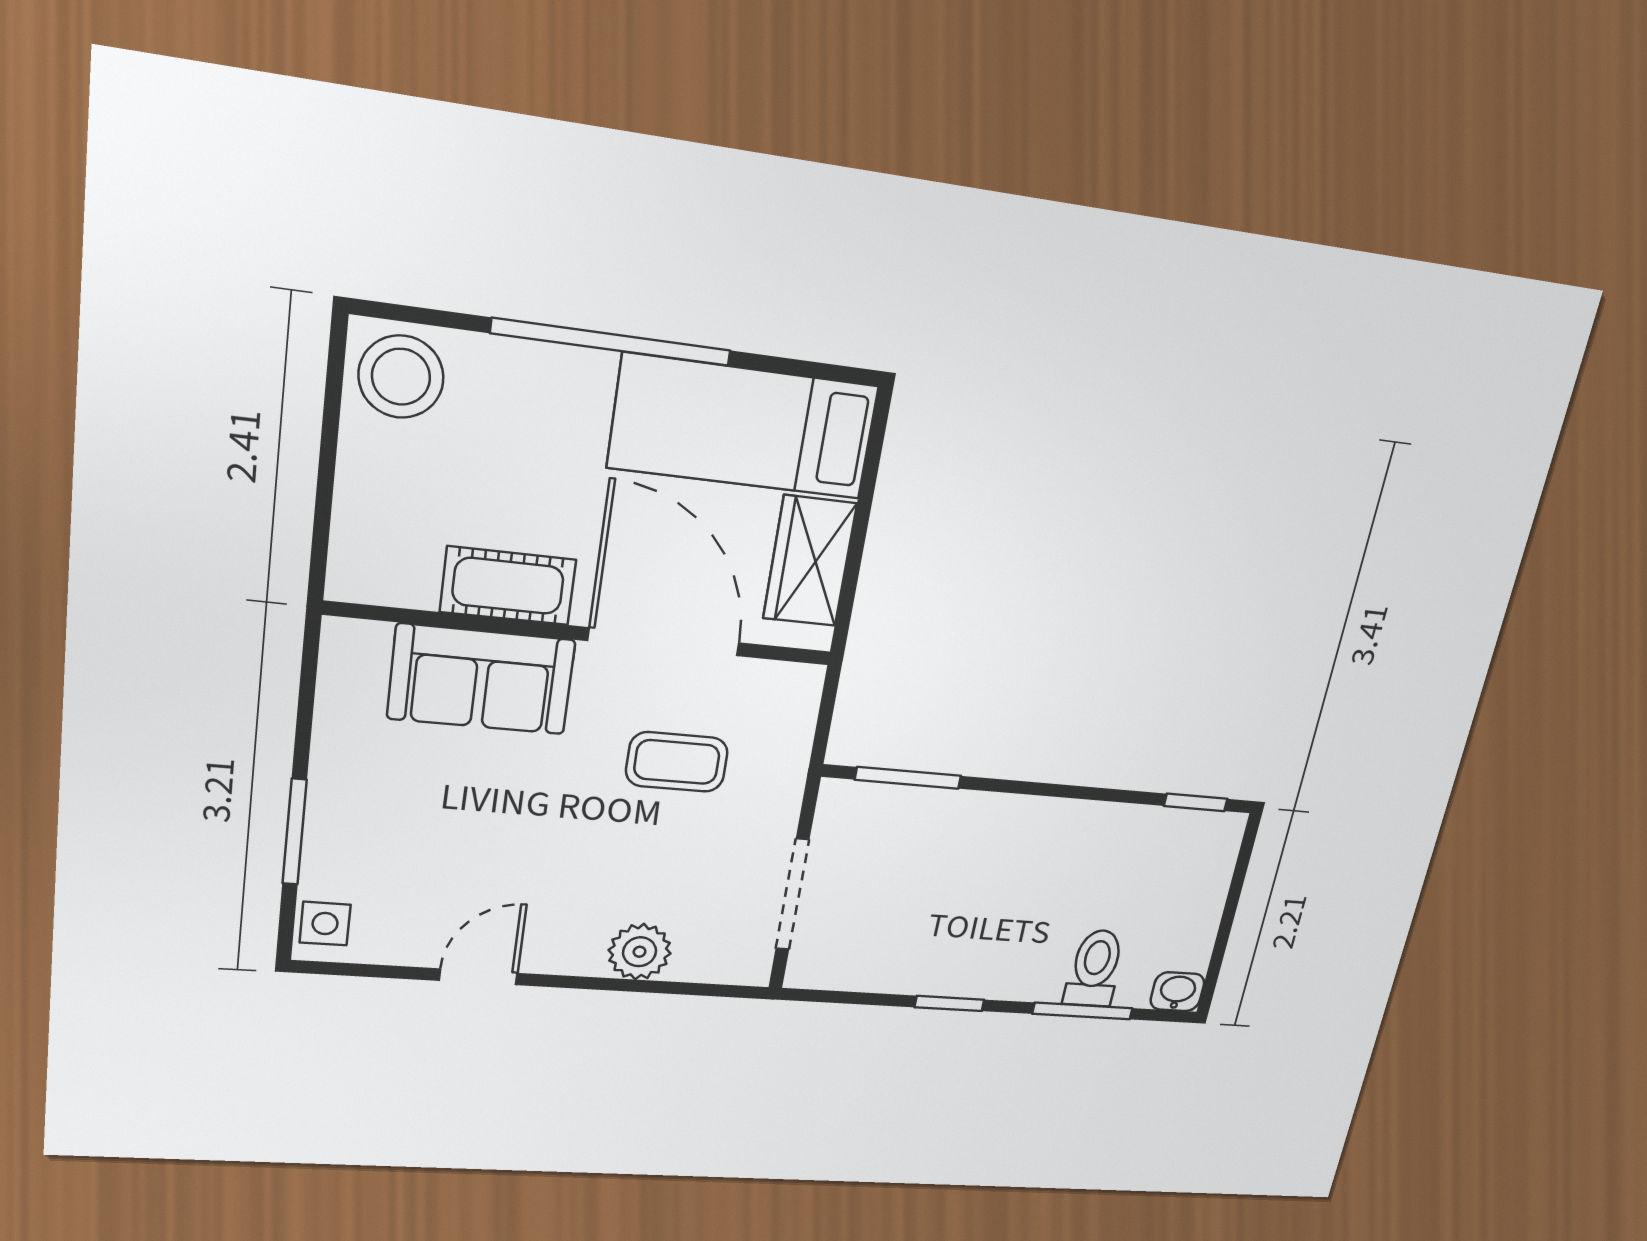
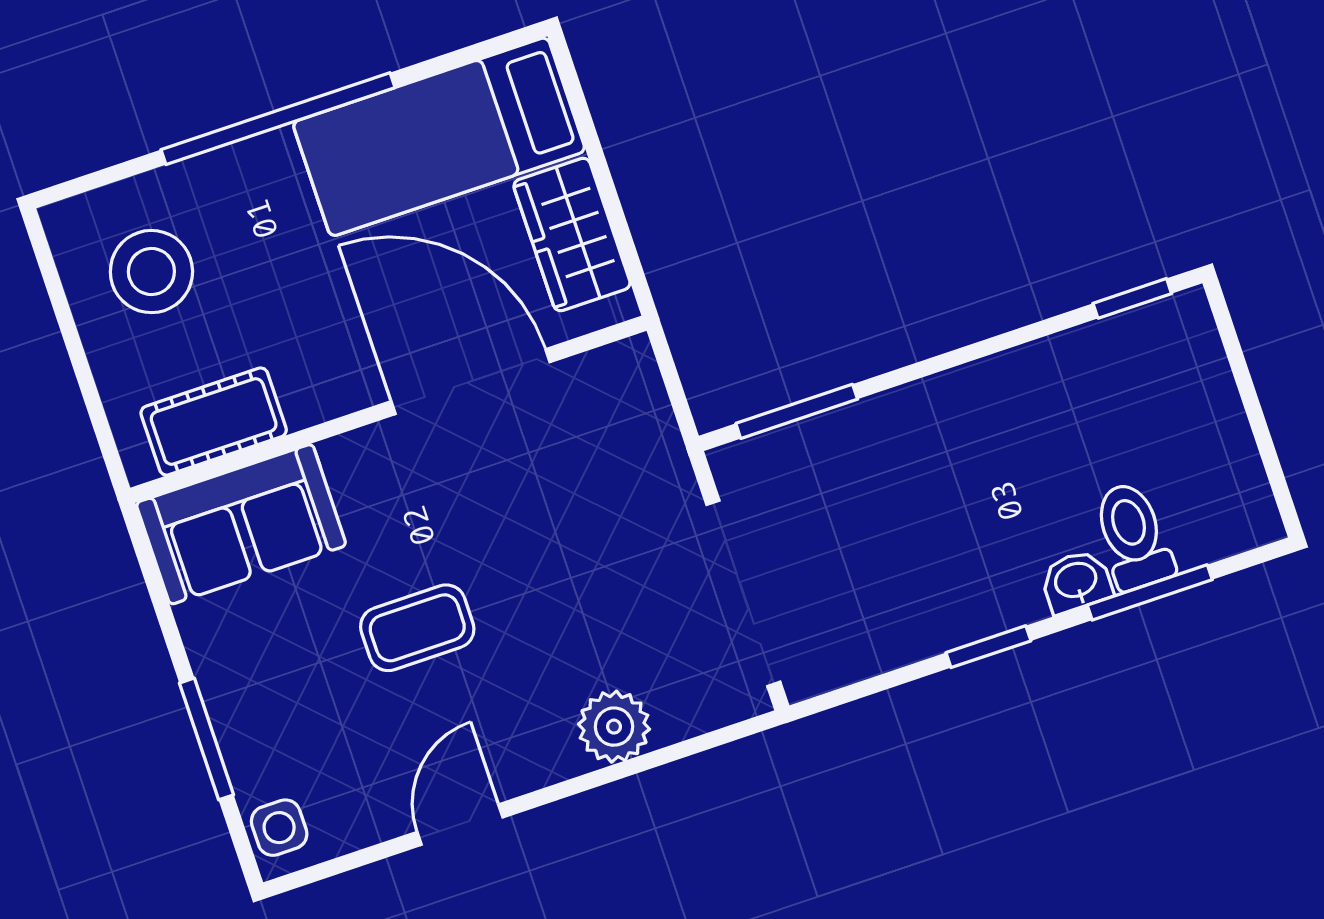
stool: (401, 377) -> (151, 272), moved
cot: (508, 586) -> (214, 422), moved
sofa: (481, 679) -> (241, 524), moved
coffee table: (677, 762) -> (417, 628), moved
doorway: (792, 895) -> (743, 593), width x1.36
washbasin: (1177, 992) -> (1076, 581), moved

